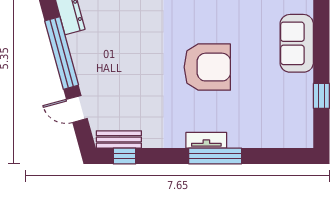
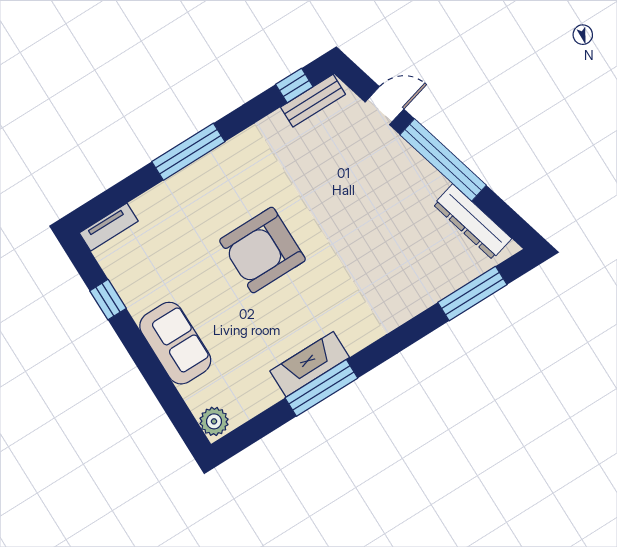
tv unit: (206, 140) -> (109, 227), moved

